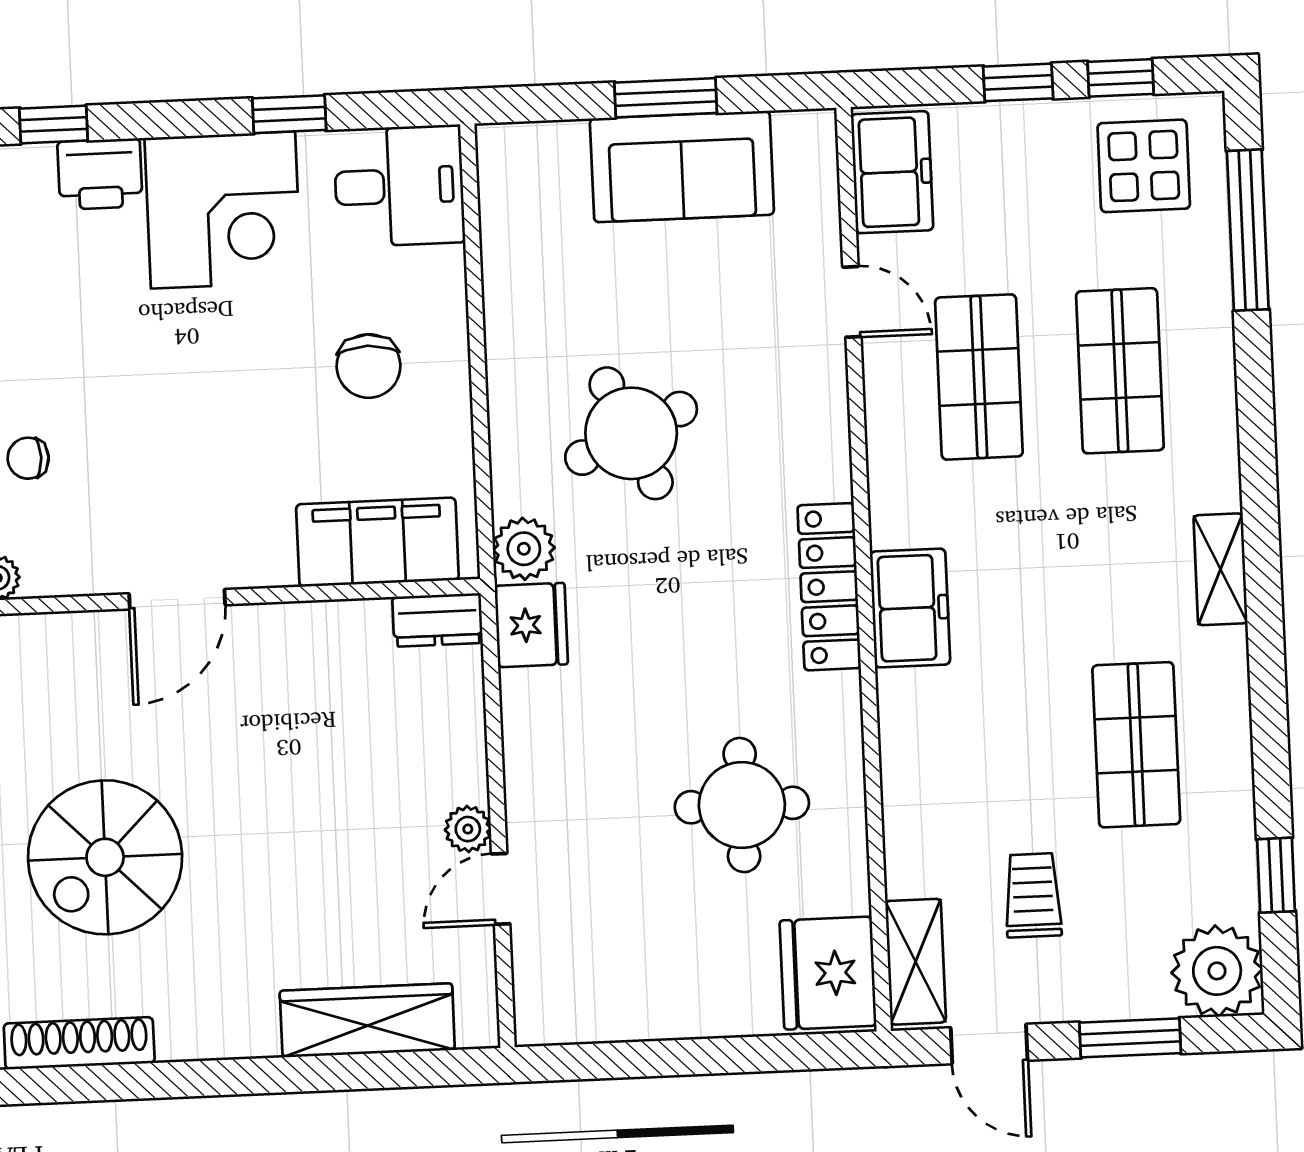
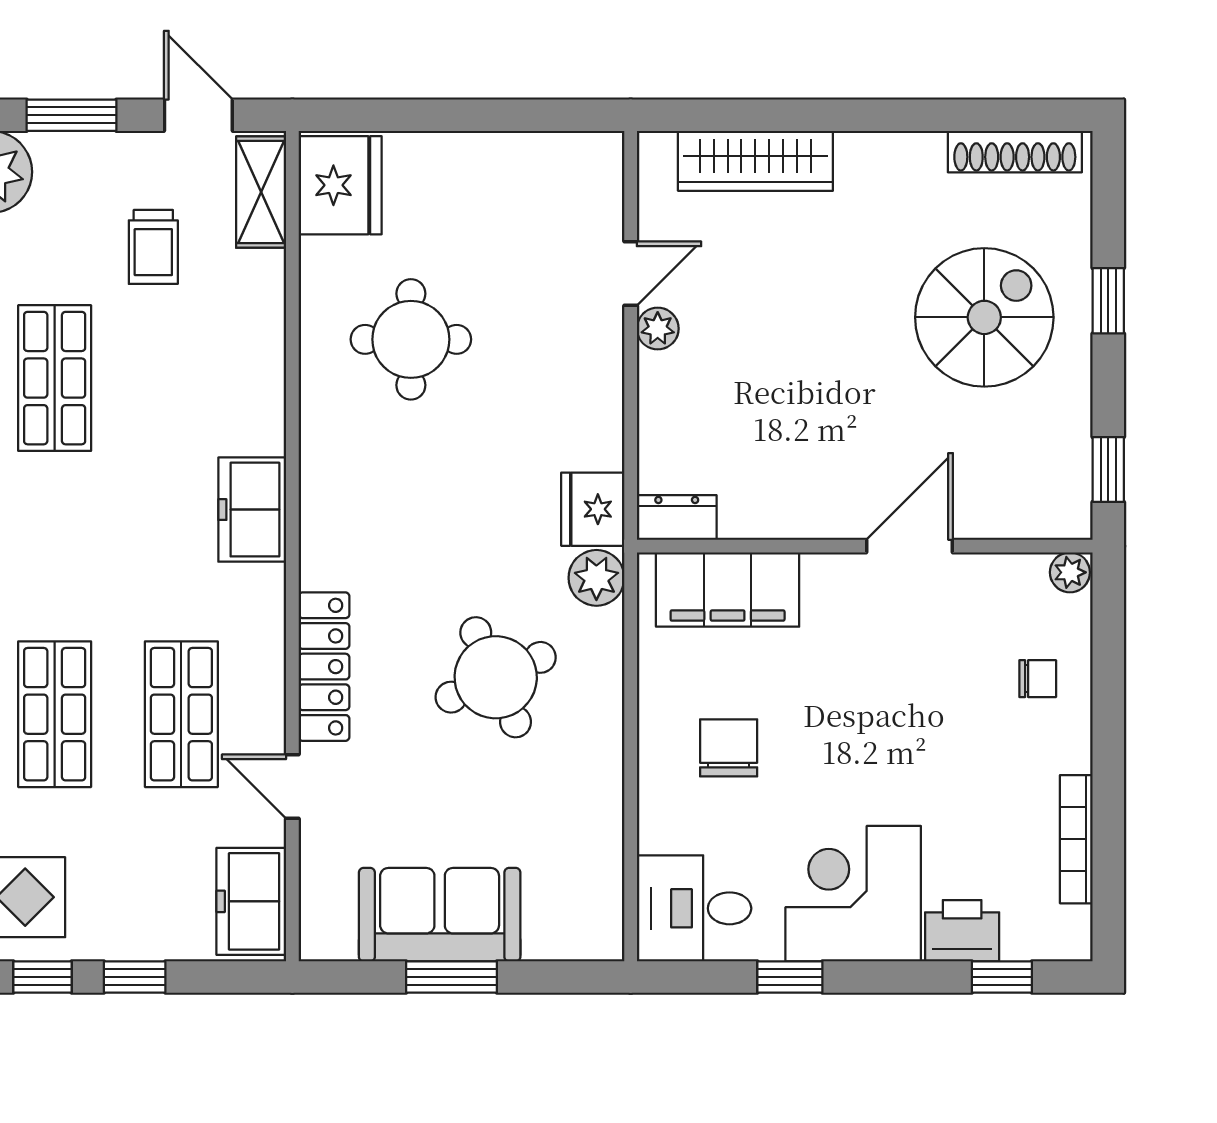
locker: (829, 587) -> (324, 667), moved

